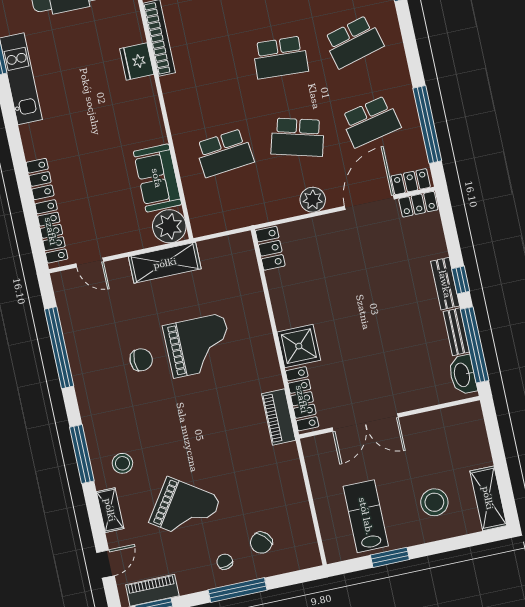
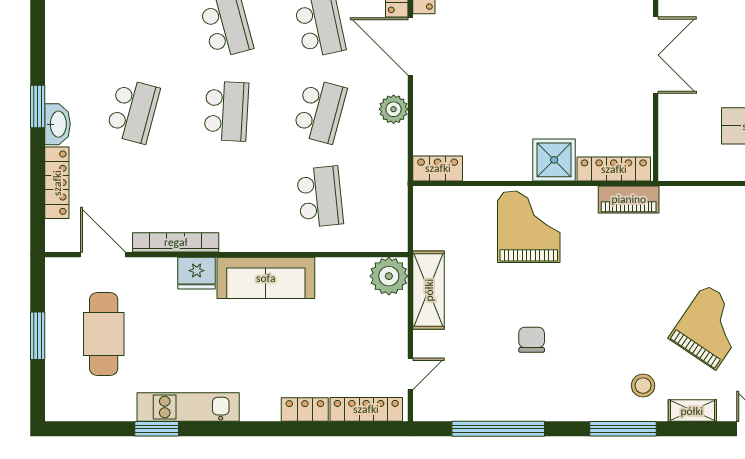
sofa: (157, 178) -> (266, 278), moved, width x1.36
grand piano: (199, 346) -> (529, 227), moved
double door: (365, 422) -> (656, 55), moved

